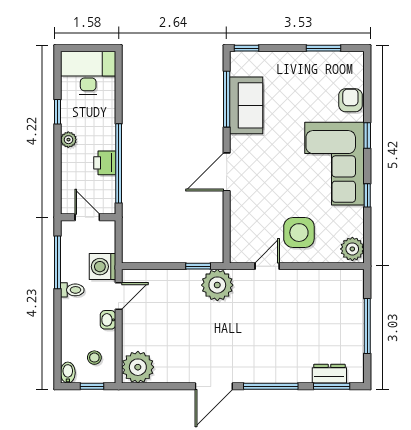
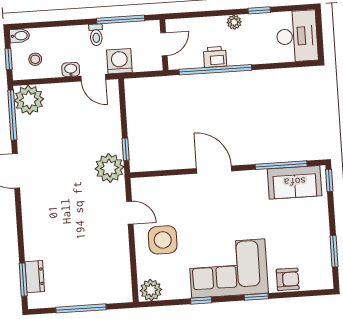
sofa: (246, 105) -> (295, 182), moved
window: (271, 386) -> (12, 115), moved

